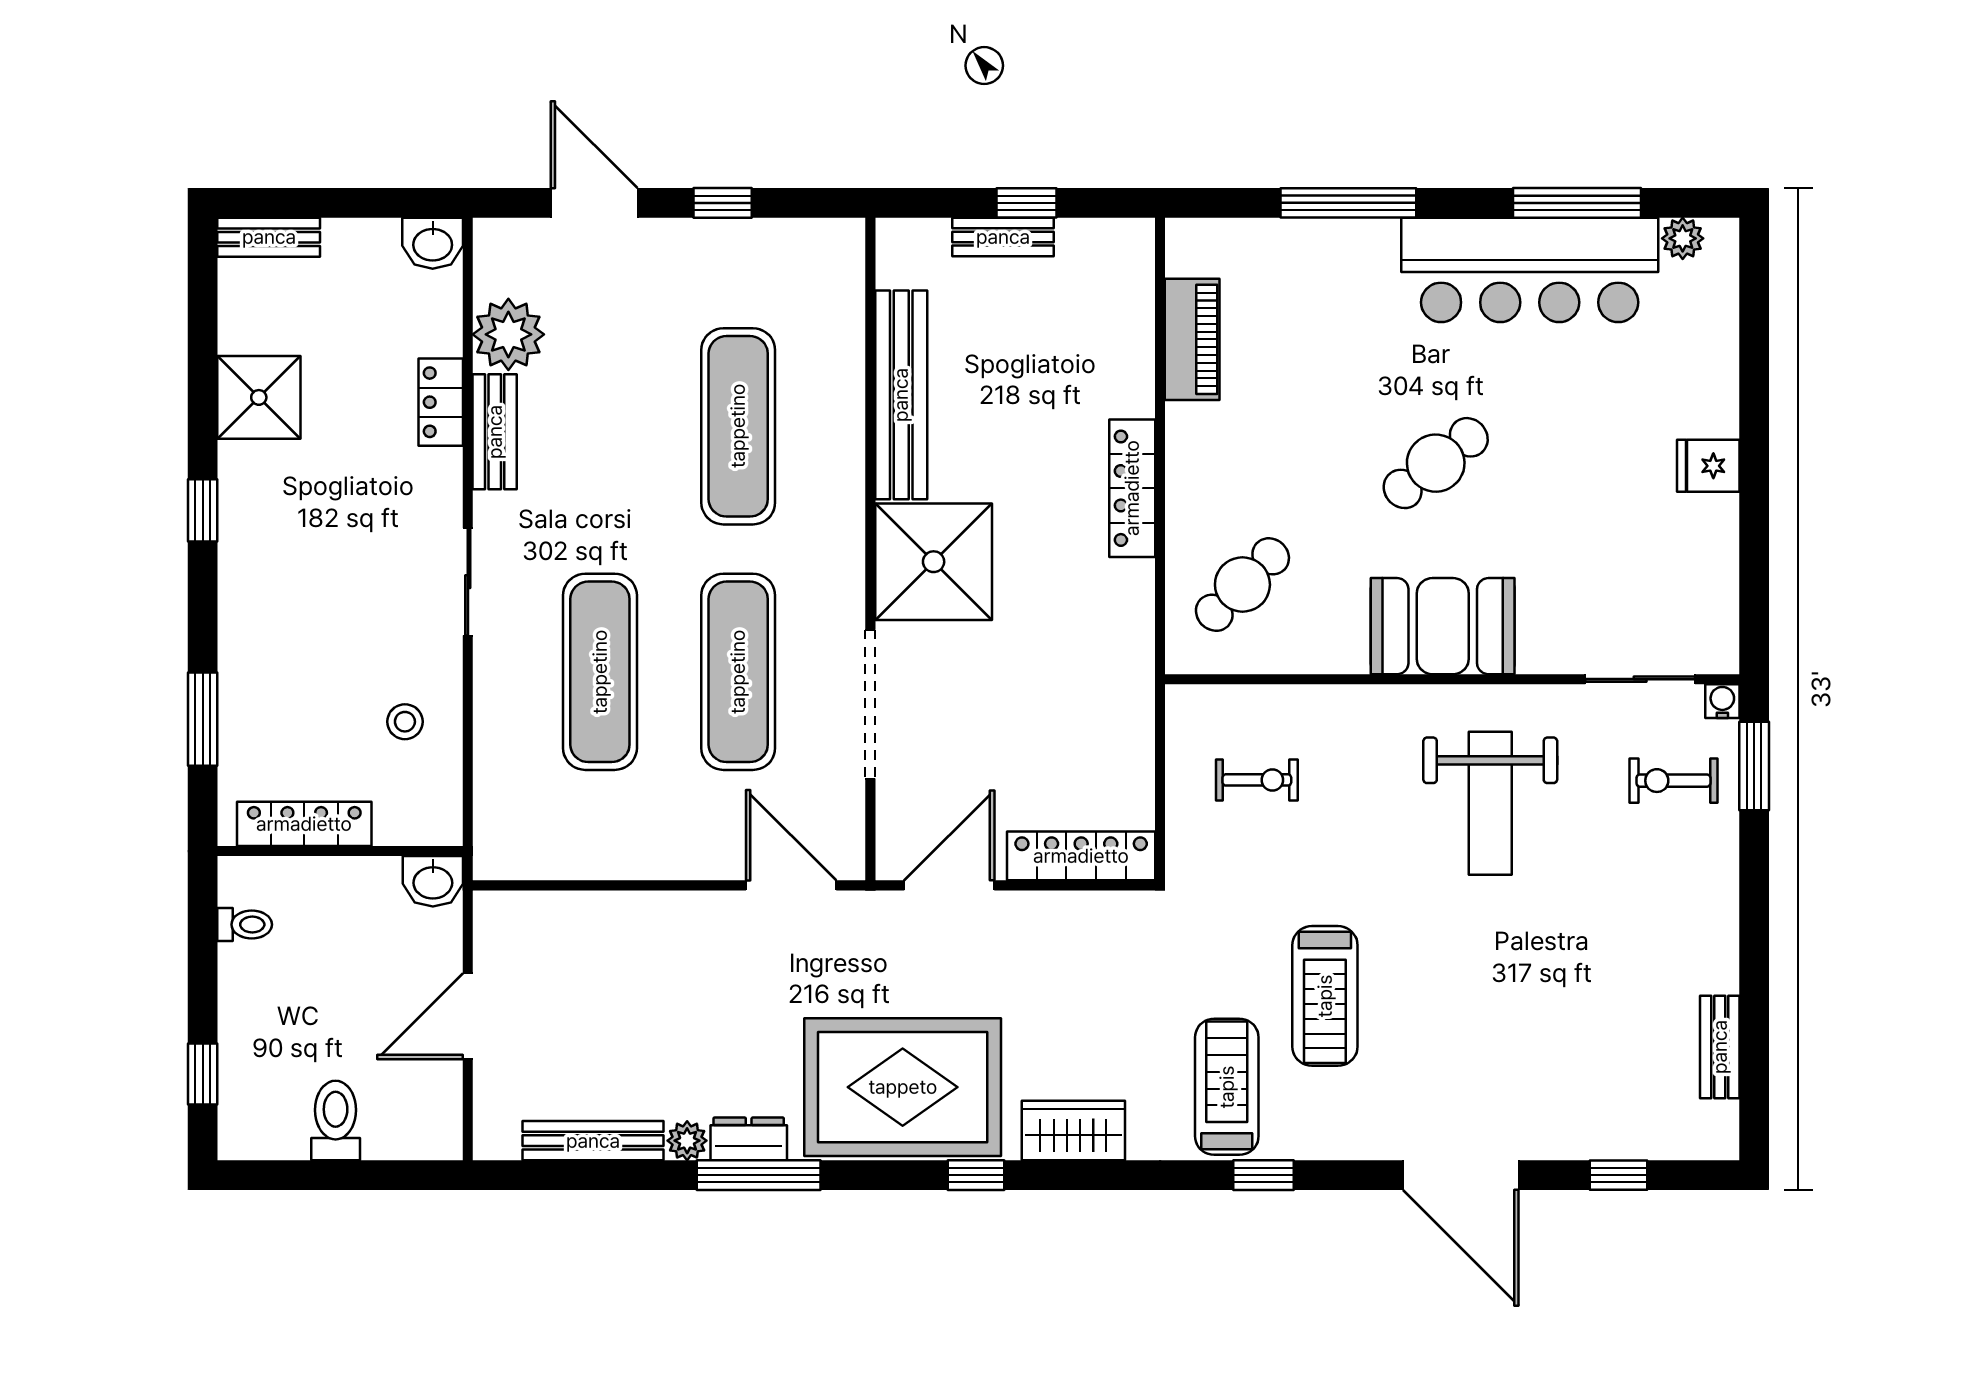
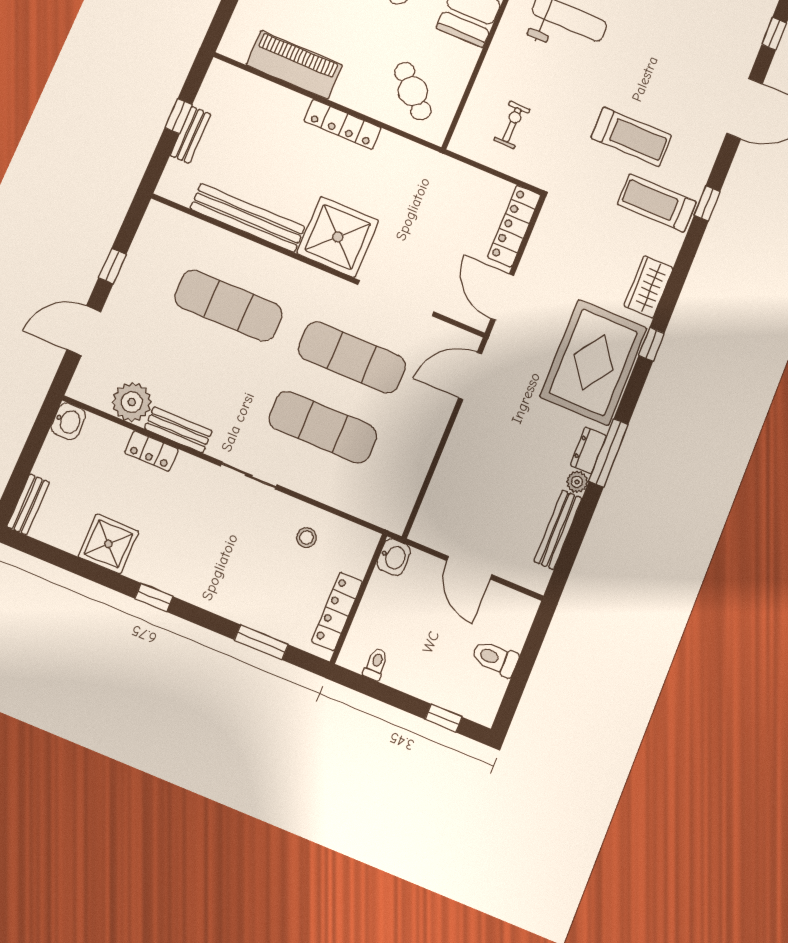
piano: (1192, 339) -> (294, 65), width x1.37, depth x1.33

